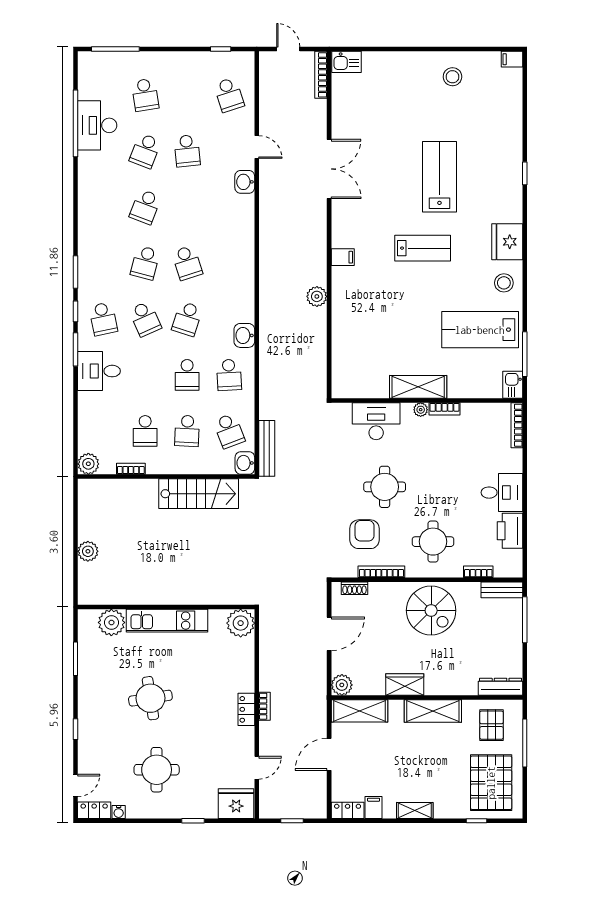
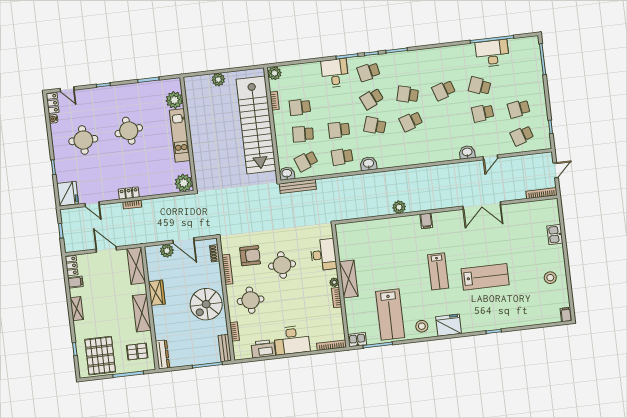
kitchen sink: (347, 62) -> (555, 235), moved
school desk: (145, 95) -> (519, 109), moved
school desk: (145, 207) -> (444, 90), turned -39
lab bench: (480, 330) -> (390, 314), turned 180
desk: (502, 493) -> (292, 340), width x1.37
stairs: (199, 494) -> (256, 125), width x1.86, depth x1.51
plant: (342, 685) -> (167, 251), moved
pallet: (491, 783) -> (100, 356), turned 90

